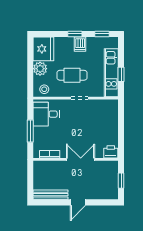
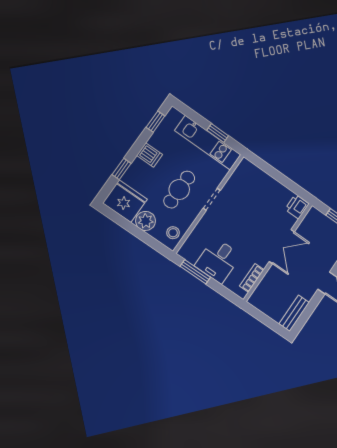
window: (75, 34) -> (122, 169), moved
desk: (46, 114) -> (218, 260), moved
window: (30, 131) -> (195, 272), moved
double door: (81, 159) -> (282, 247), swing flipped
bench: (51, 195) -> (294, 313), width x0.73

